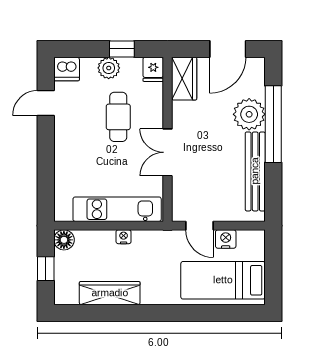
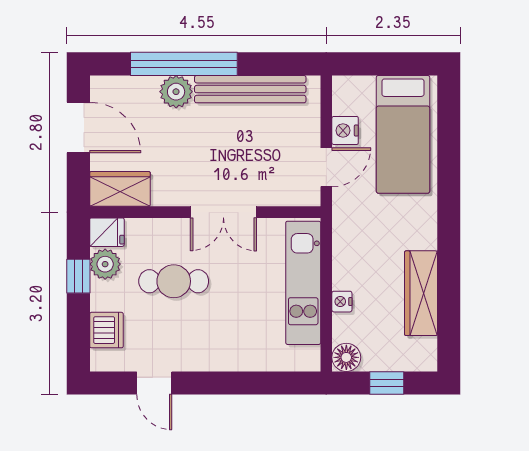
plant: (109, 68) -> (105, 264), moved
dishwasher: (67, 69) -> (106, 330), moved
plant: (249, 114) -> (176, 92), width x0.73, depth x0.73
nightstand: (124, 237) -> (342, 302), moved

